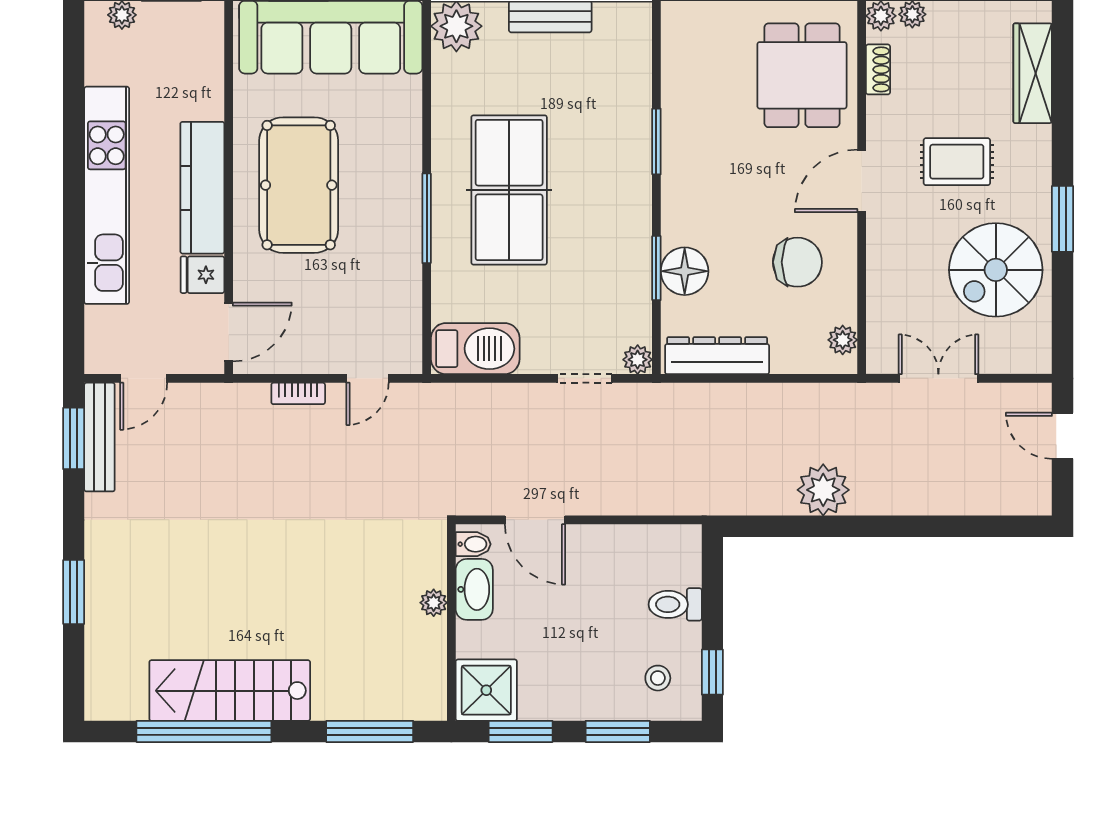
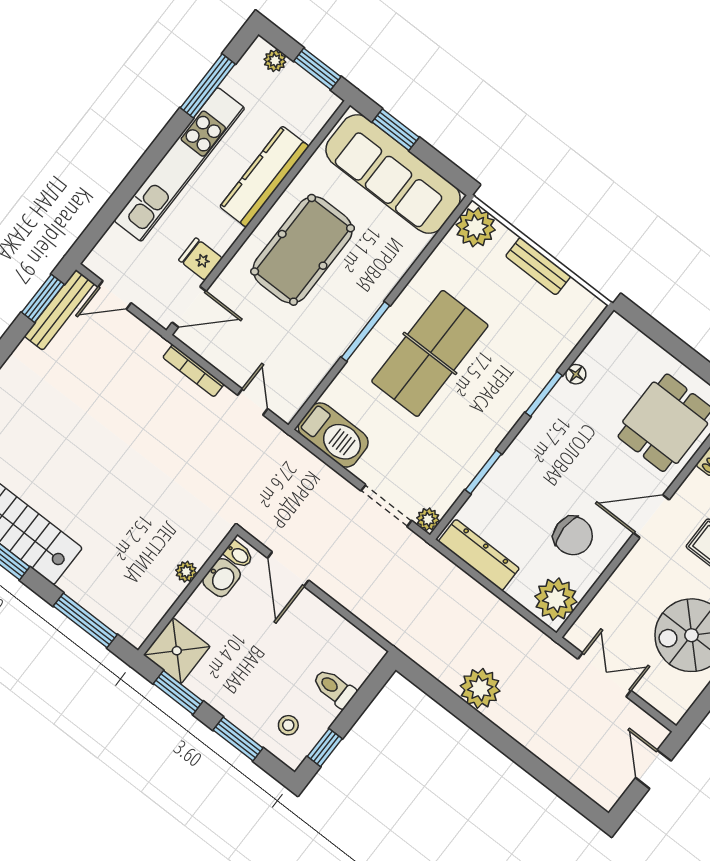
window: (74, 93) -> (208, 86), added
kitchen counter: (202, 188) -> (264, 177), moved
floor lamp: (685, 271) -> (576, 374), moved, width x0.53, depth x0.53
plant: (843, 340) -> (556, 599), width x1.87, depth x1.87
door: (368, 378) -> (253, 402), swing flipped
doorway: (585, 378) -> (386, 506), width x1.38
bookcase: (298, 393) -> (193, 371), width x1.56
washbasin: (474, 589) -> (222, 578), width x0.72

